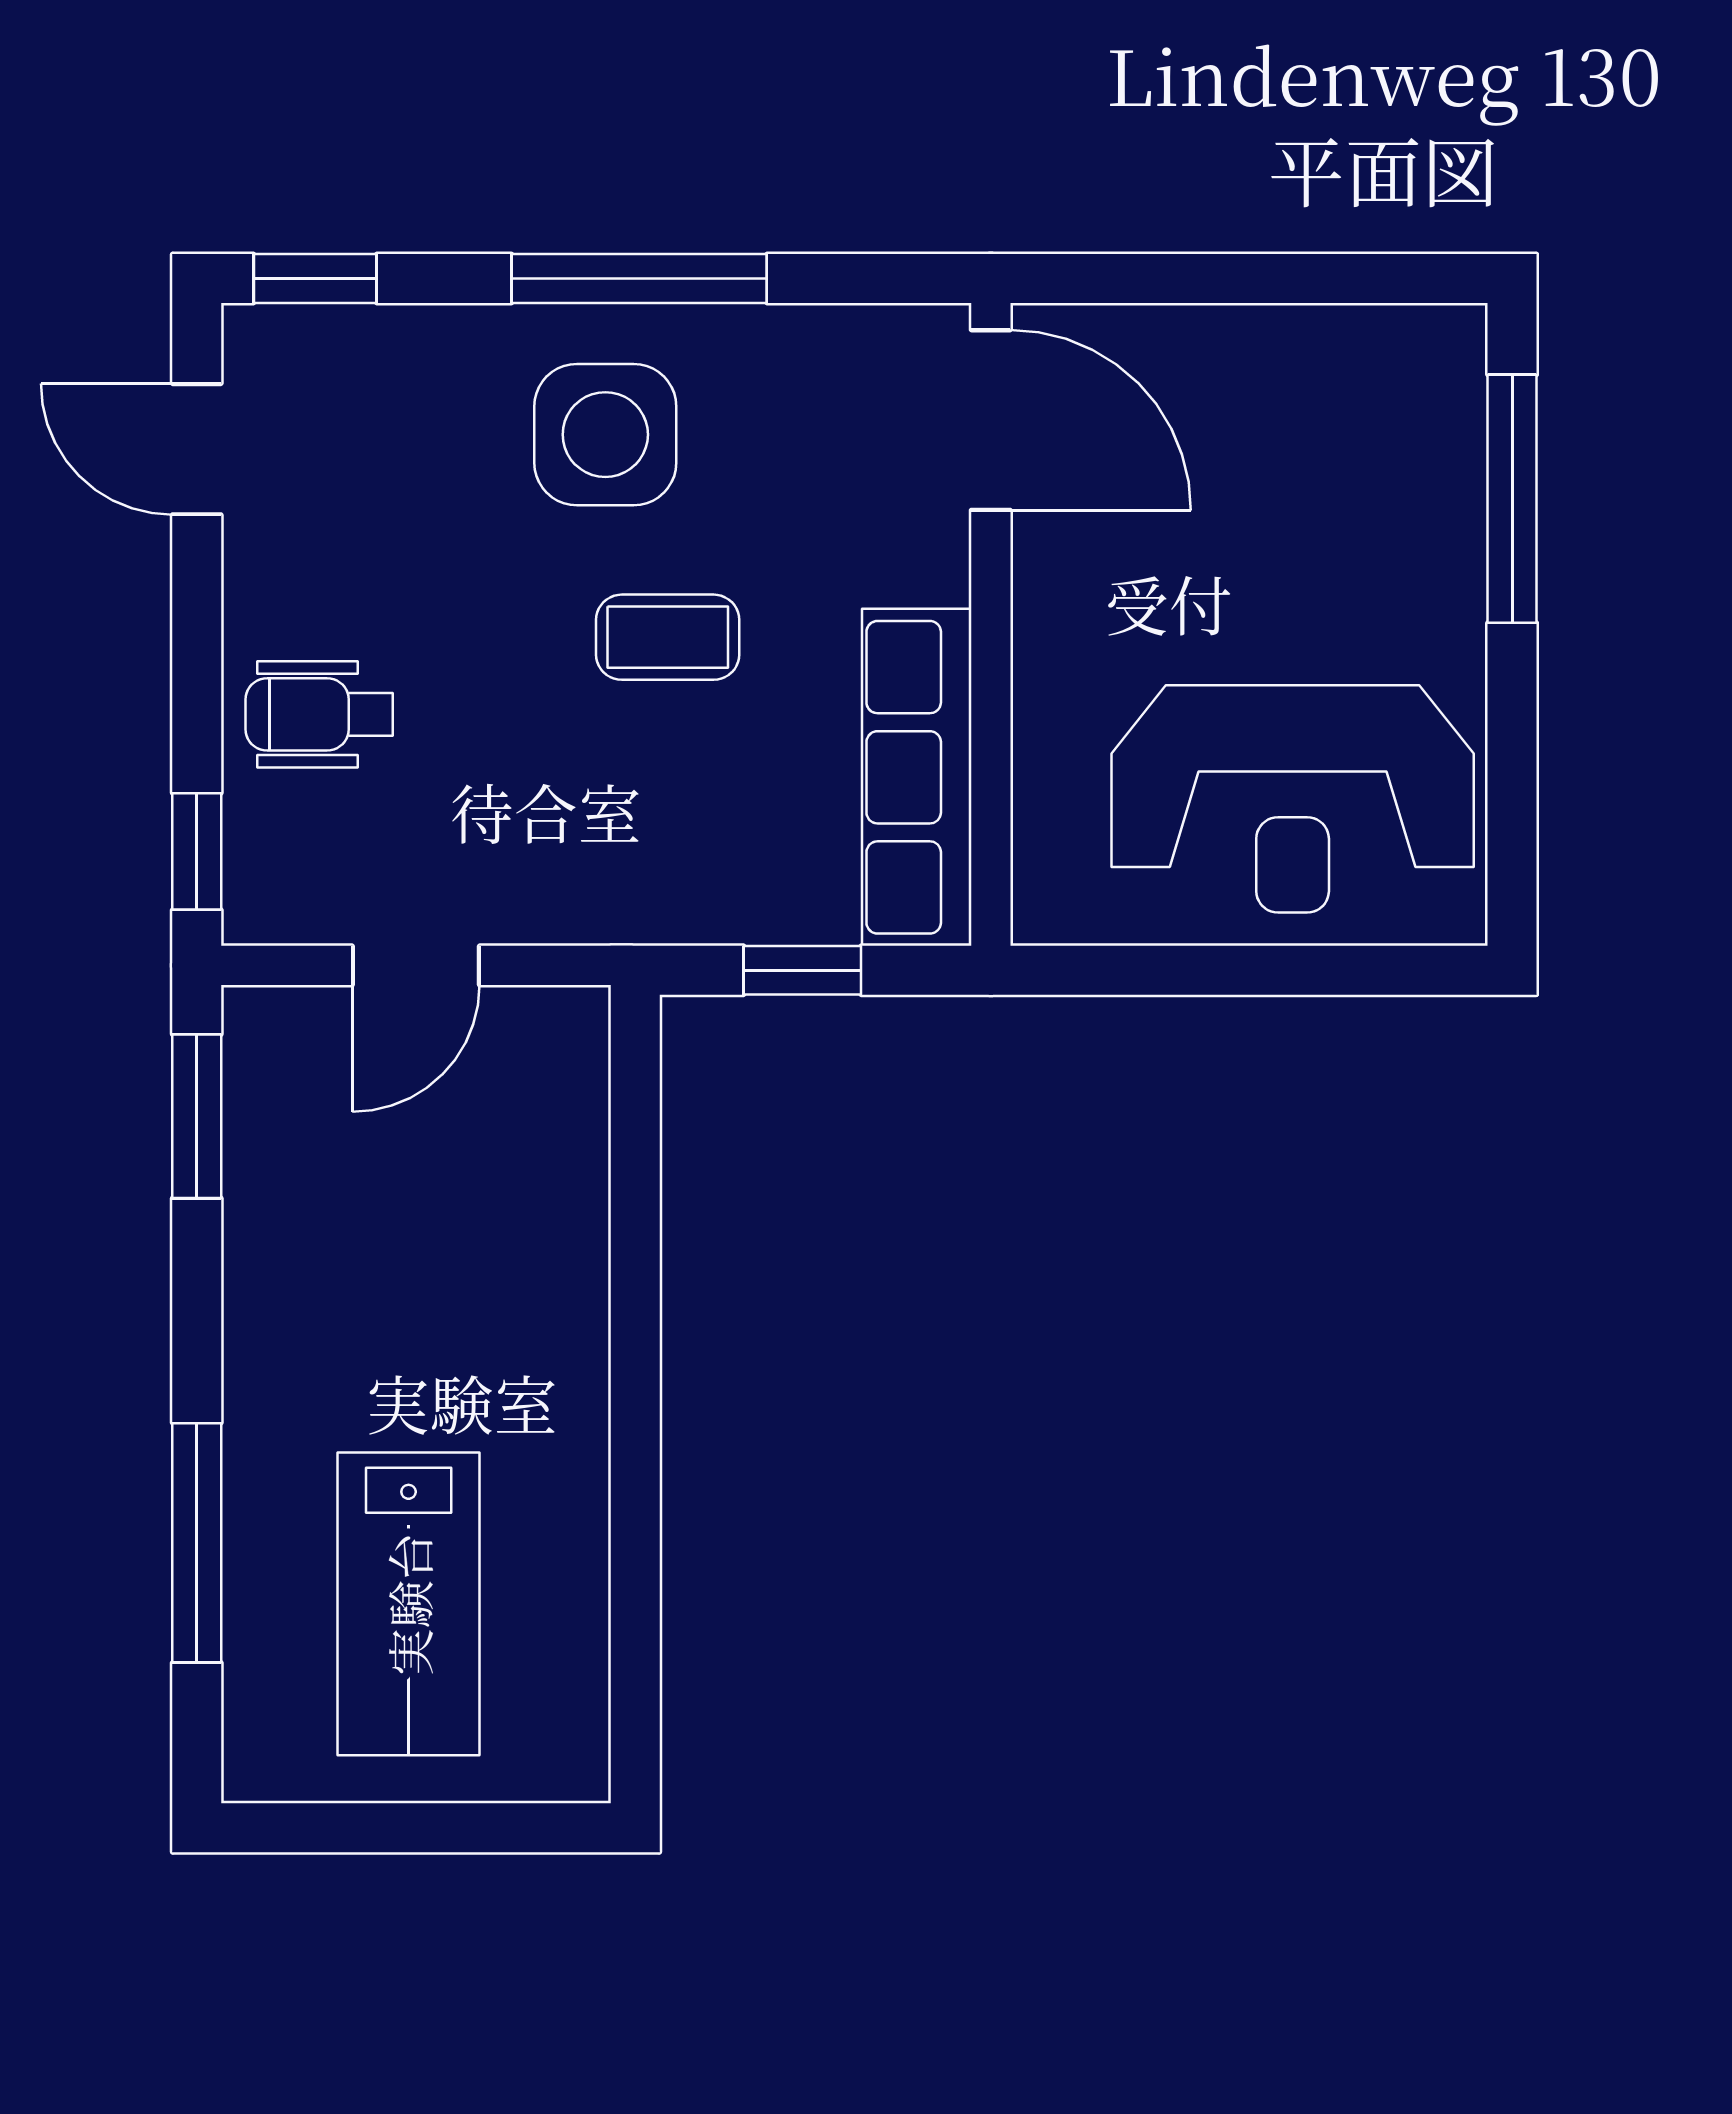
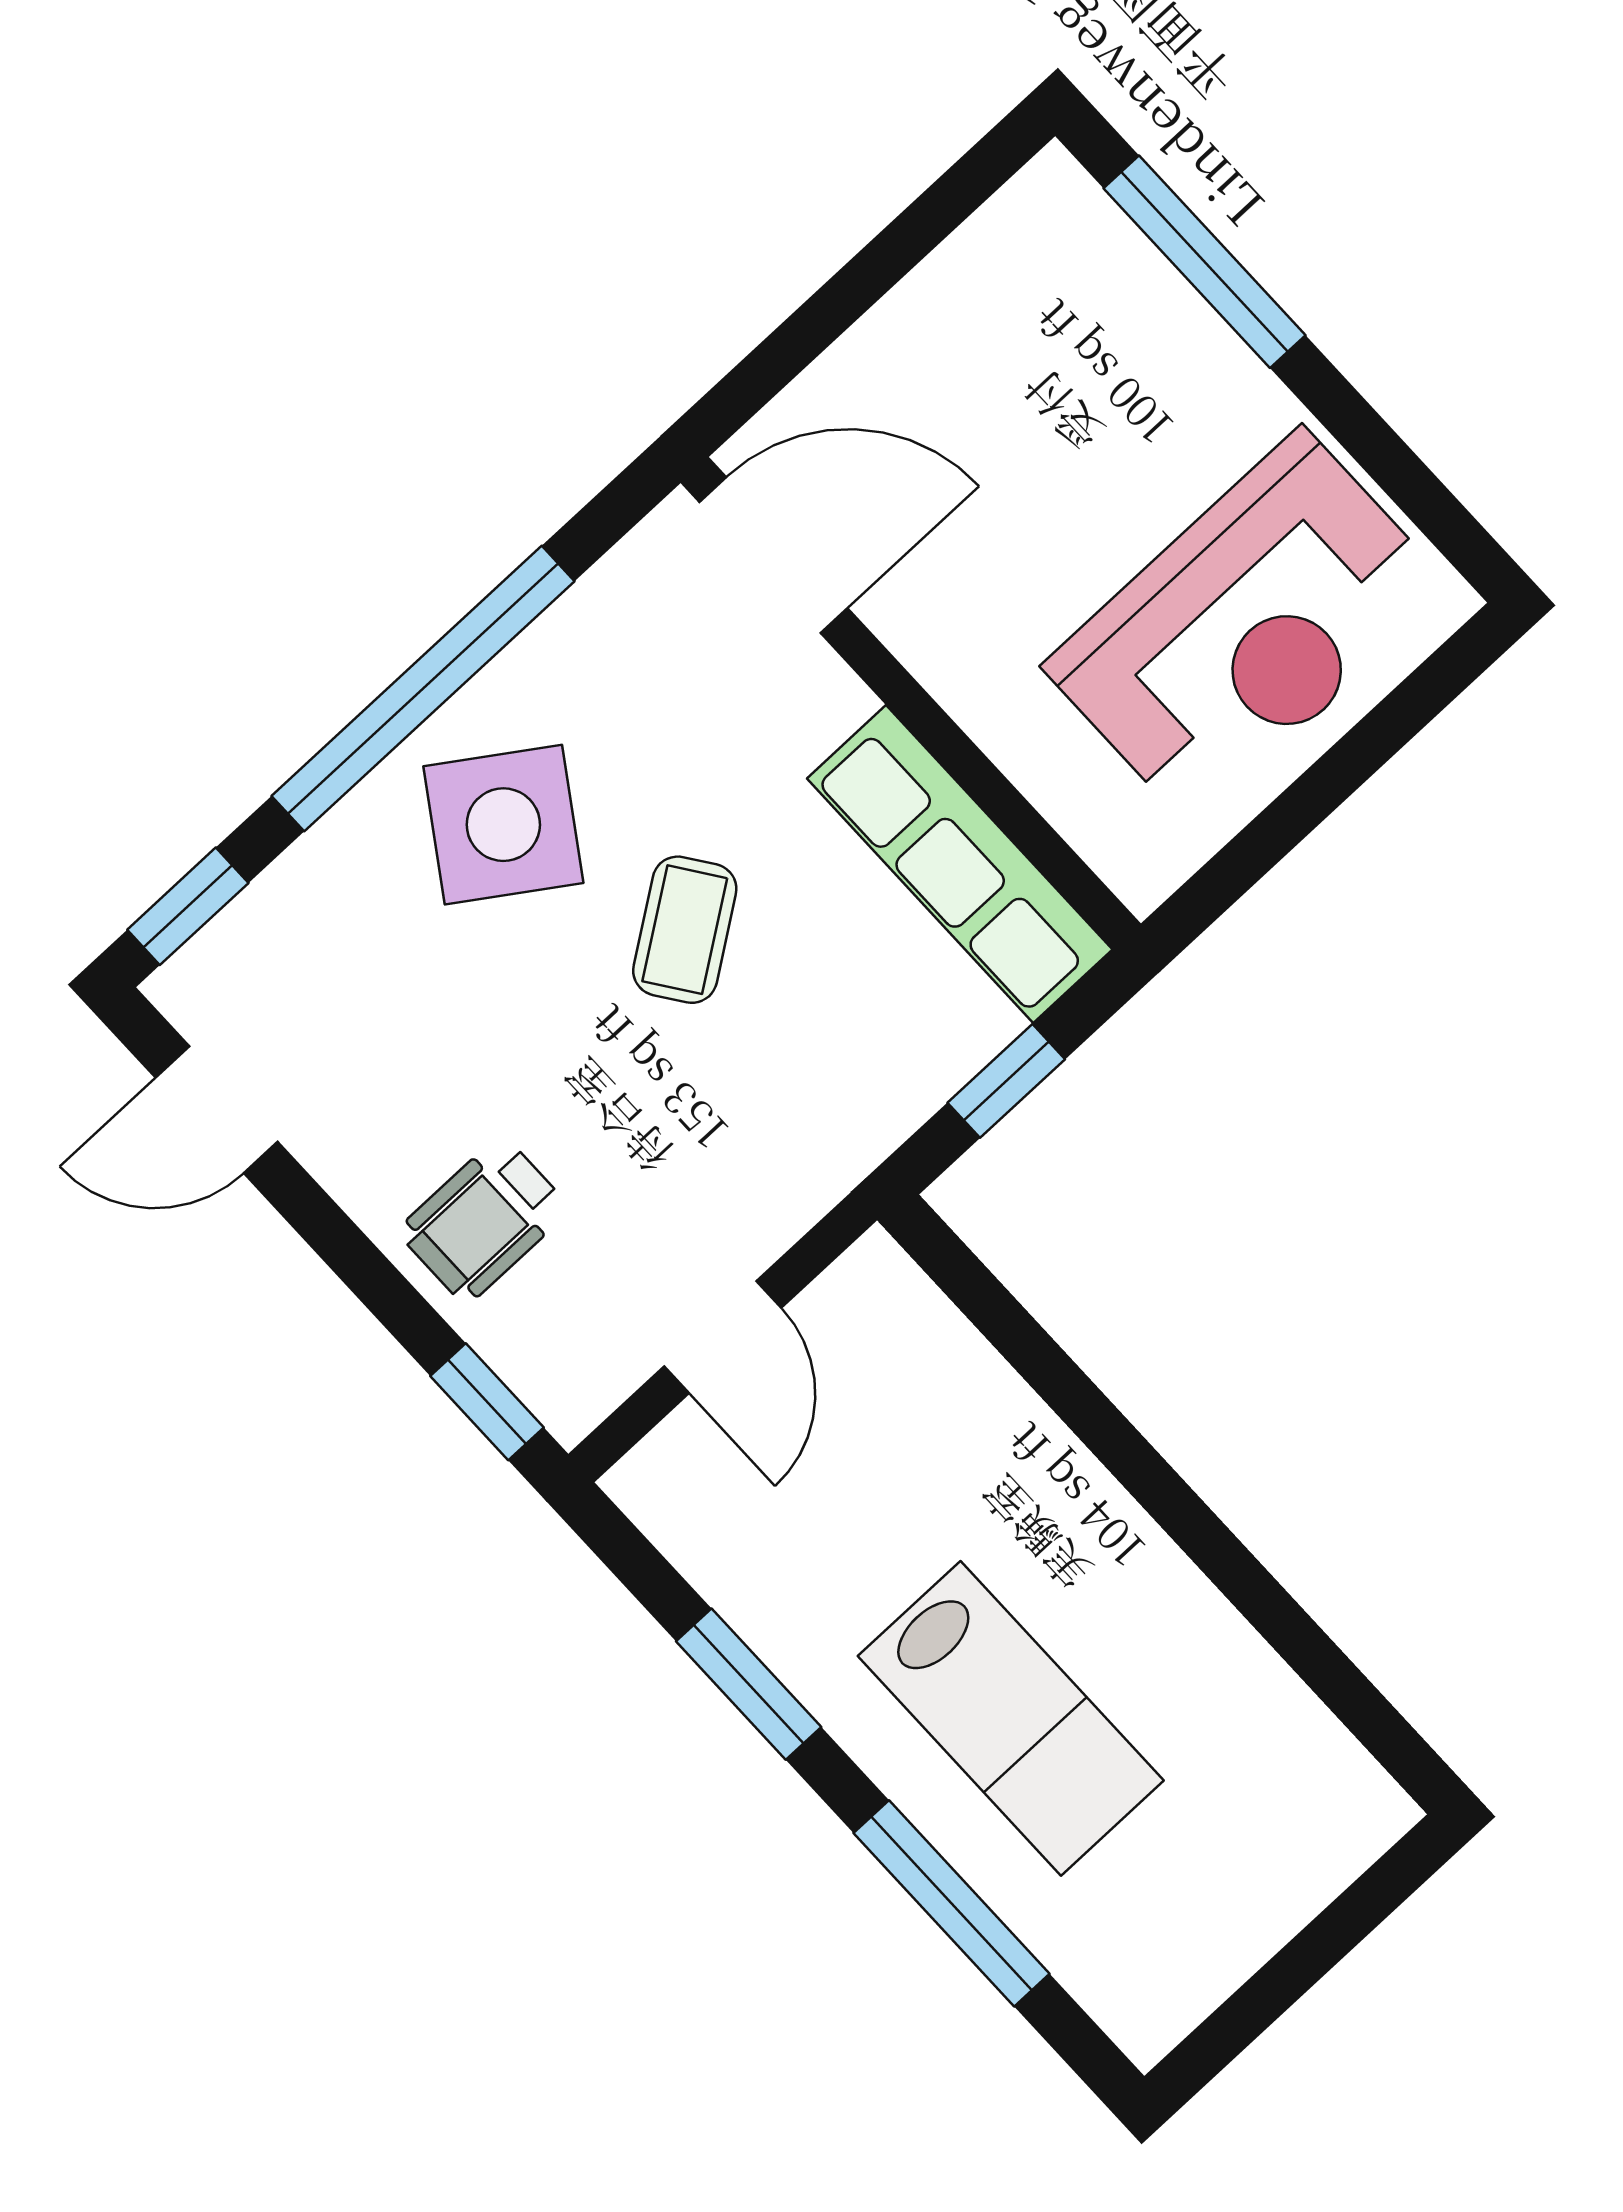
window: (639, 279) -> (423, 689), width x1.46
side table: (605, 435) -> (503, 825), turned 34
coffee table: (668, 637) -> (685, 930), turned -35
window: (197, 1116) -> (749, 1684), moved
lab bench: (409, 1604) -> (1011, 1718), moved

